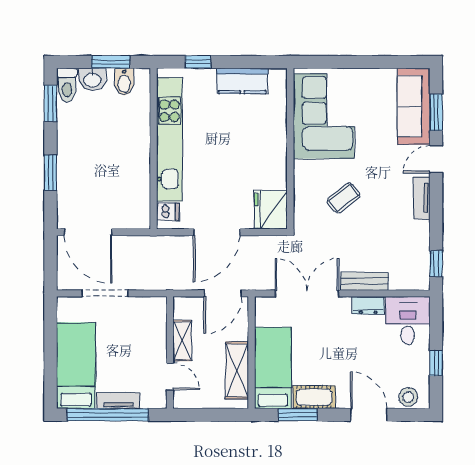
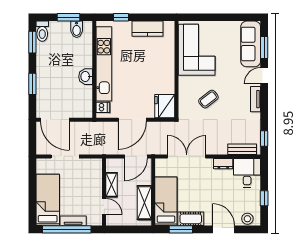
washbasin: (92, 79) -> (86, 77), moved, turned 90
bench: (364, 281) -> (242, 149), moved

